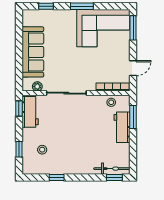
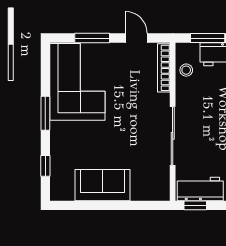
window: (133, 28) -> (92, 38), moved
sofa: (33, 52) -> (102, 185), width x0.73
plant: (37, 86) -> (163, 179), removed

